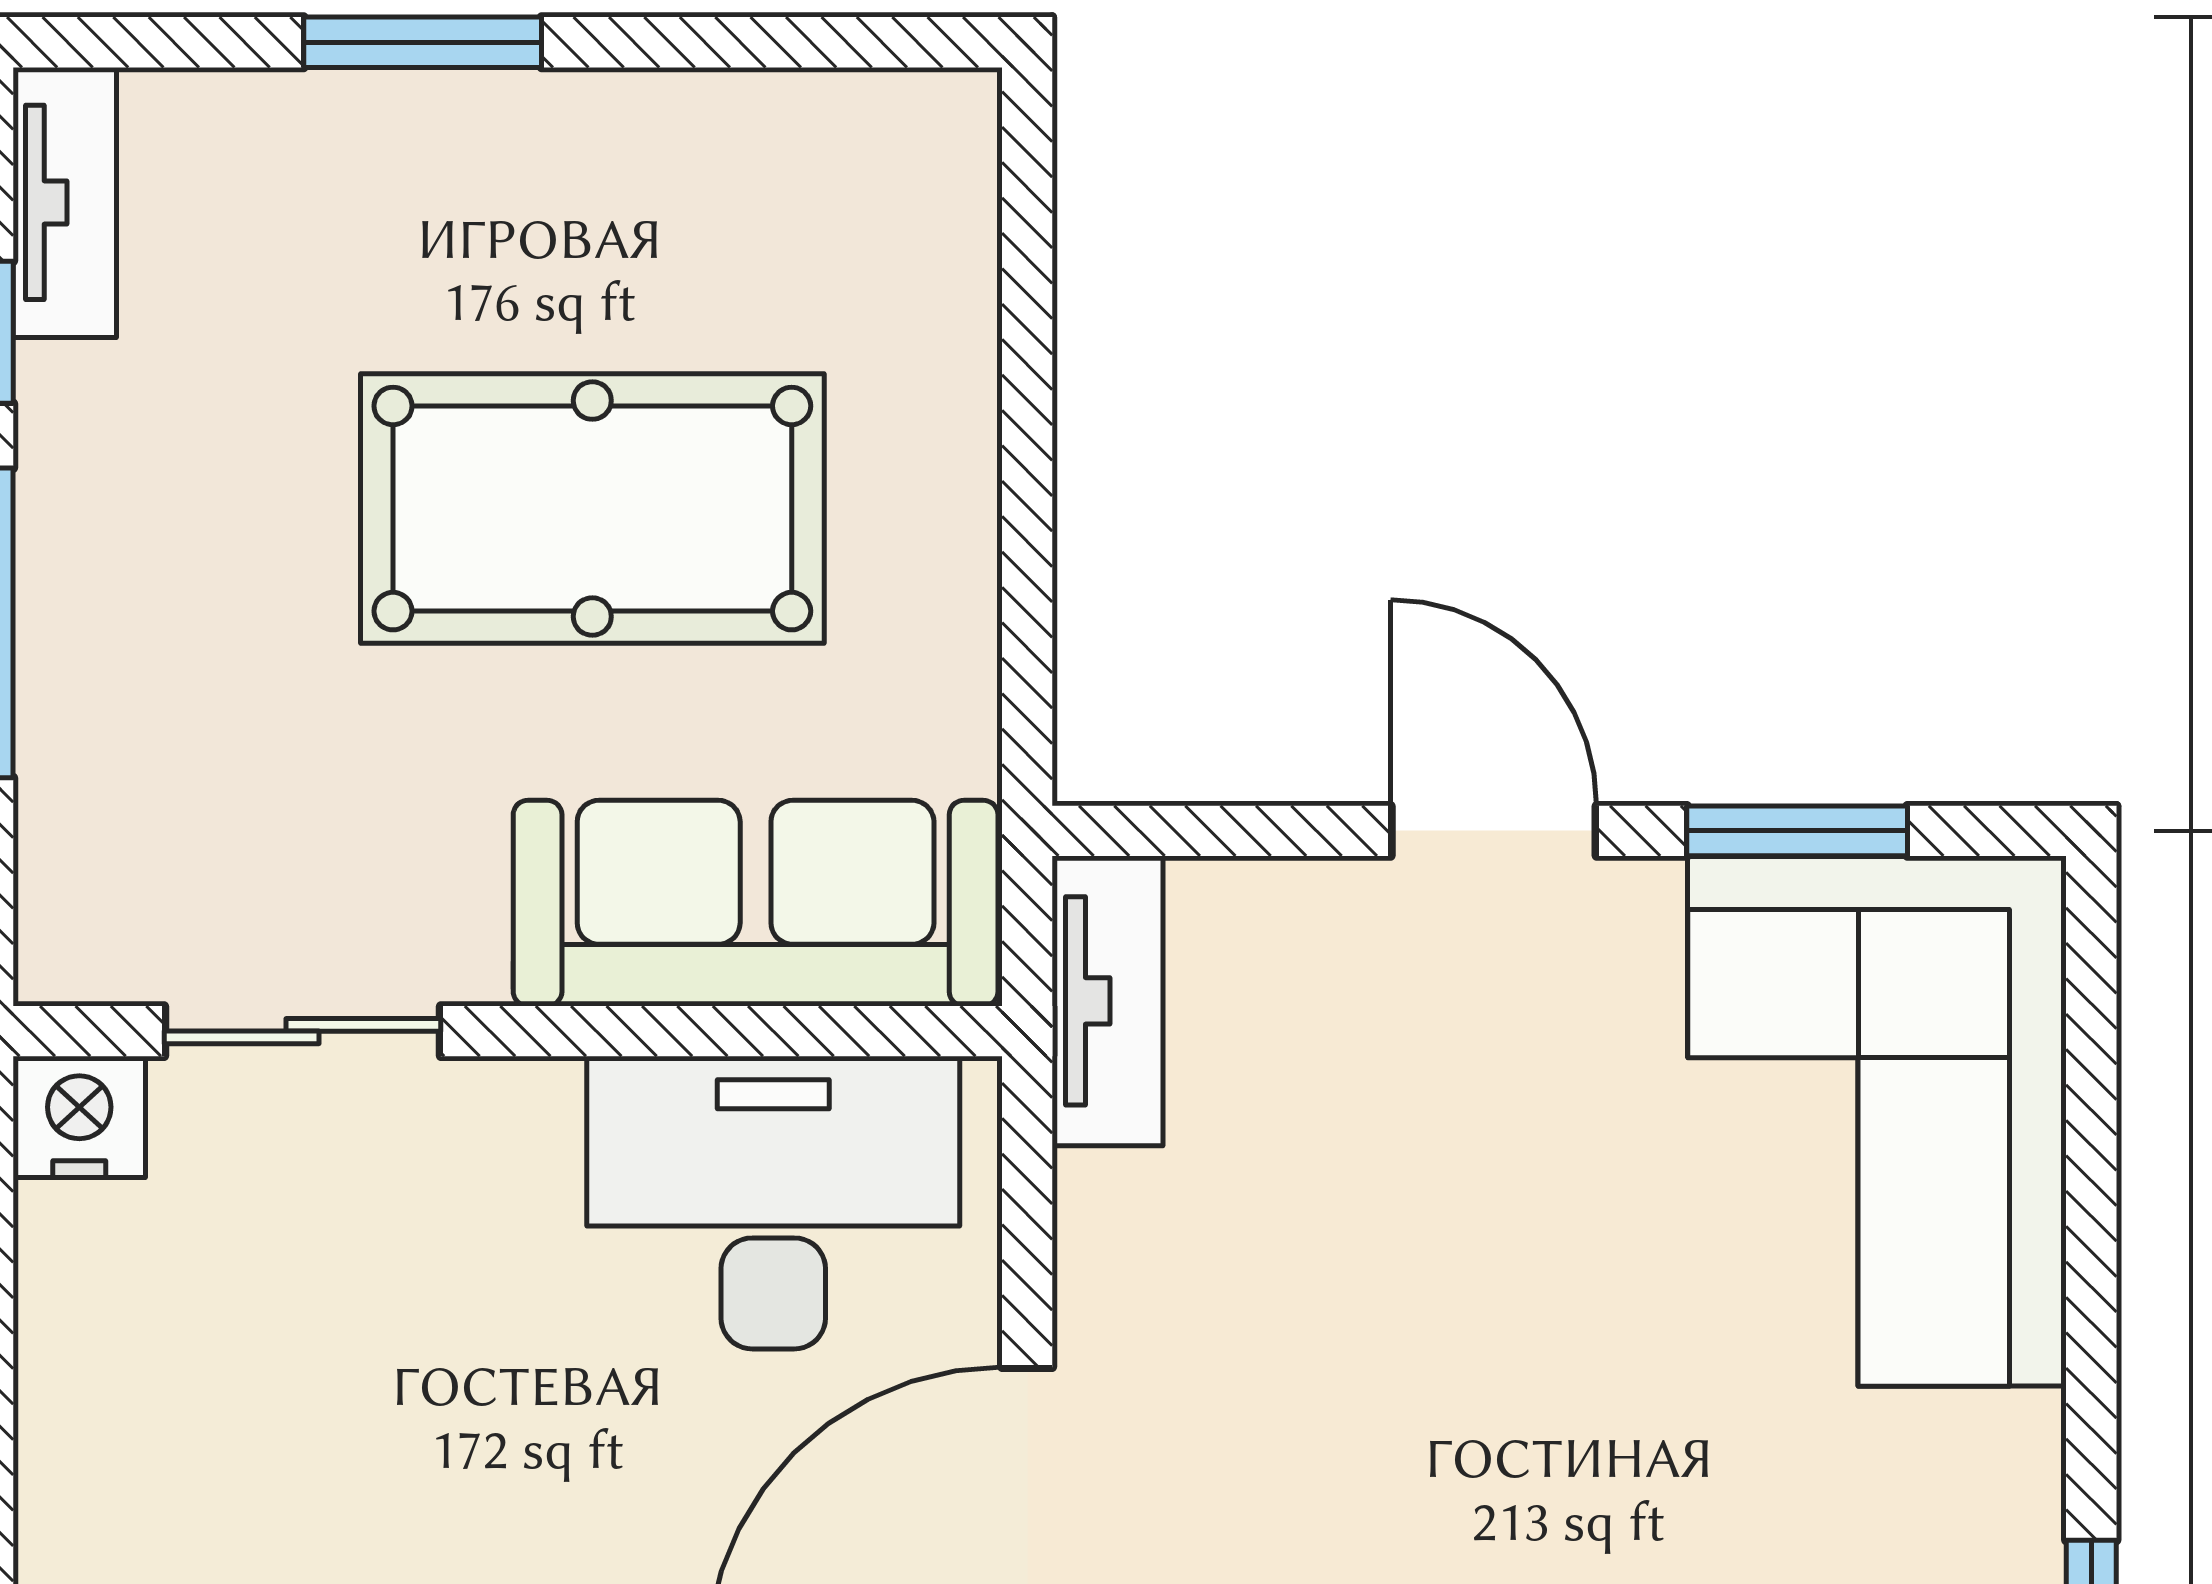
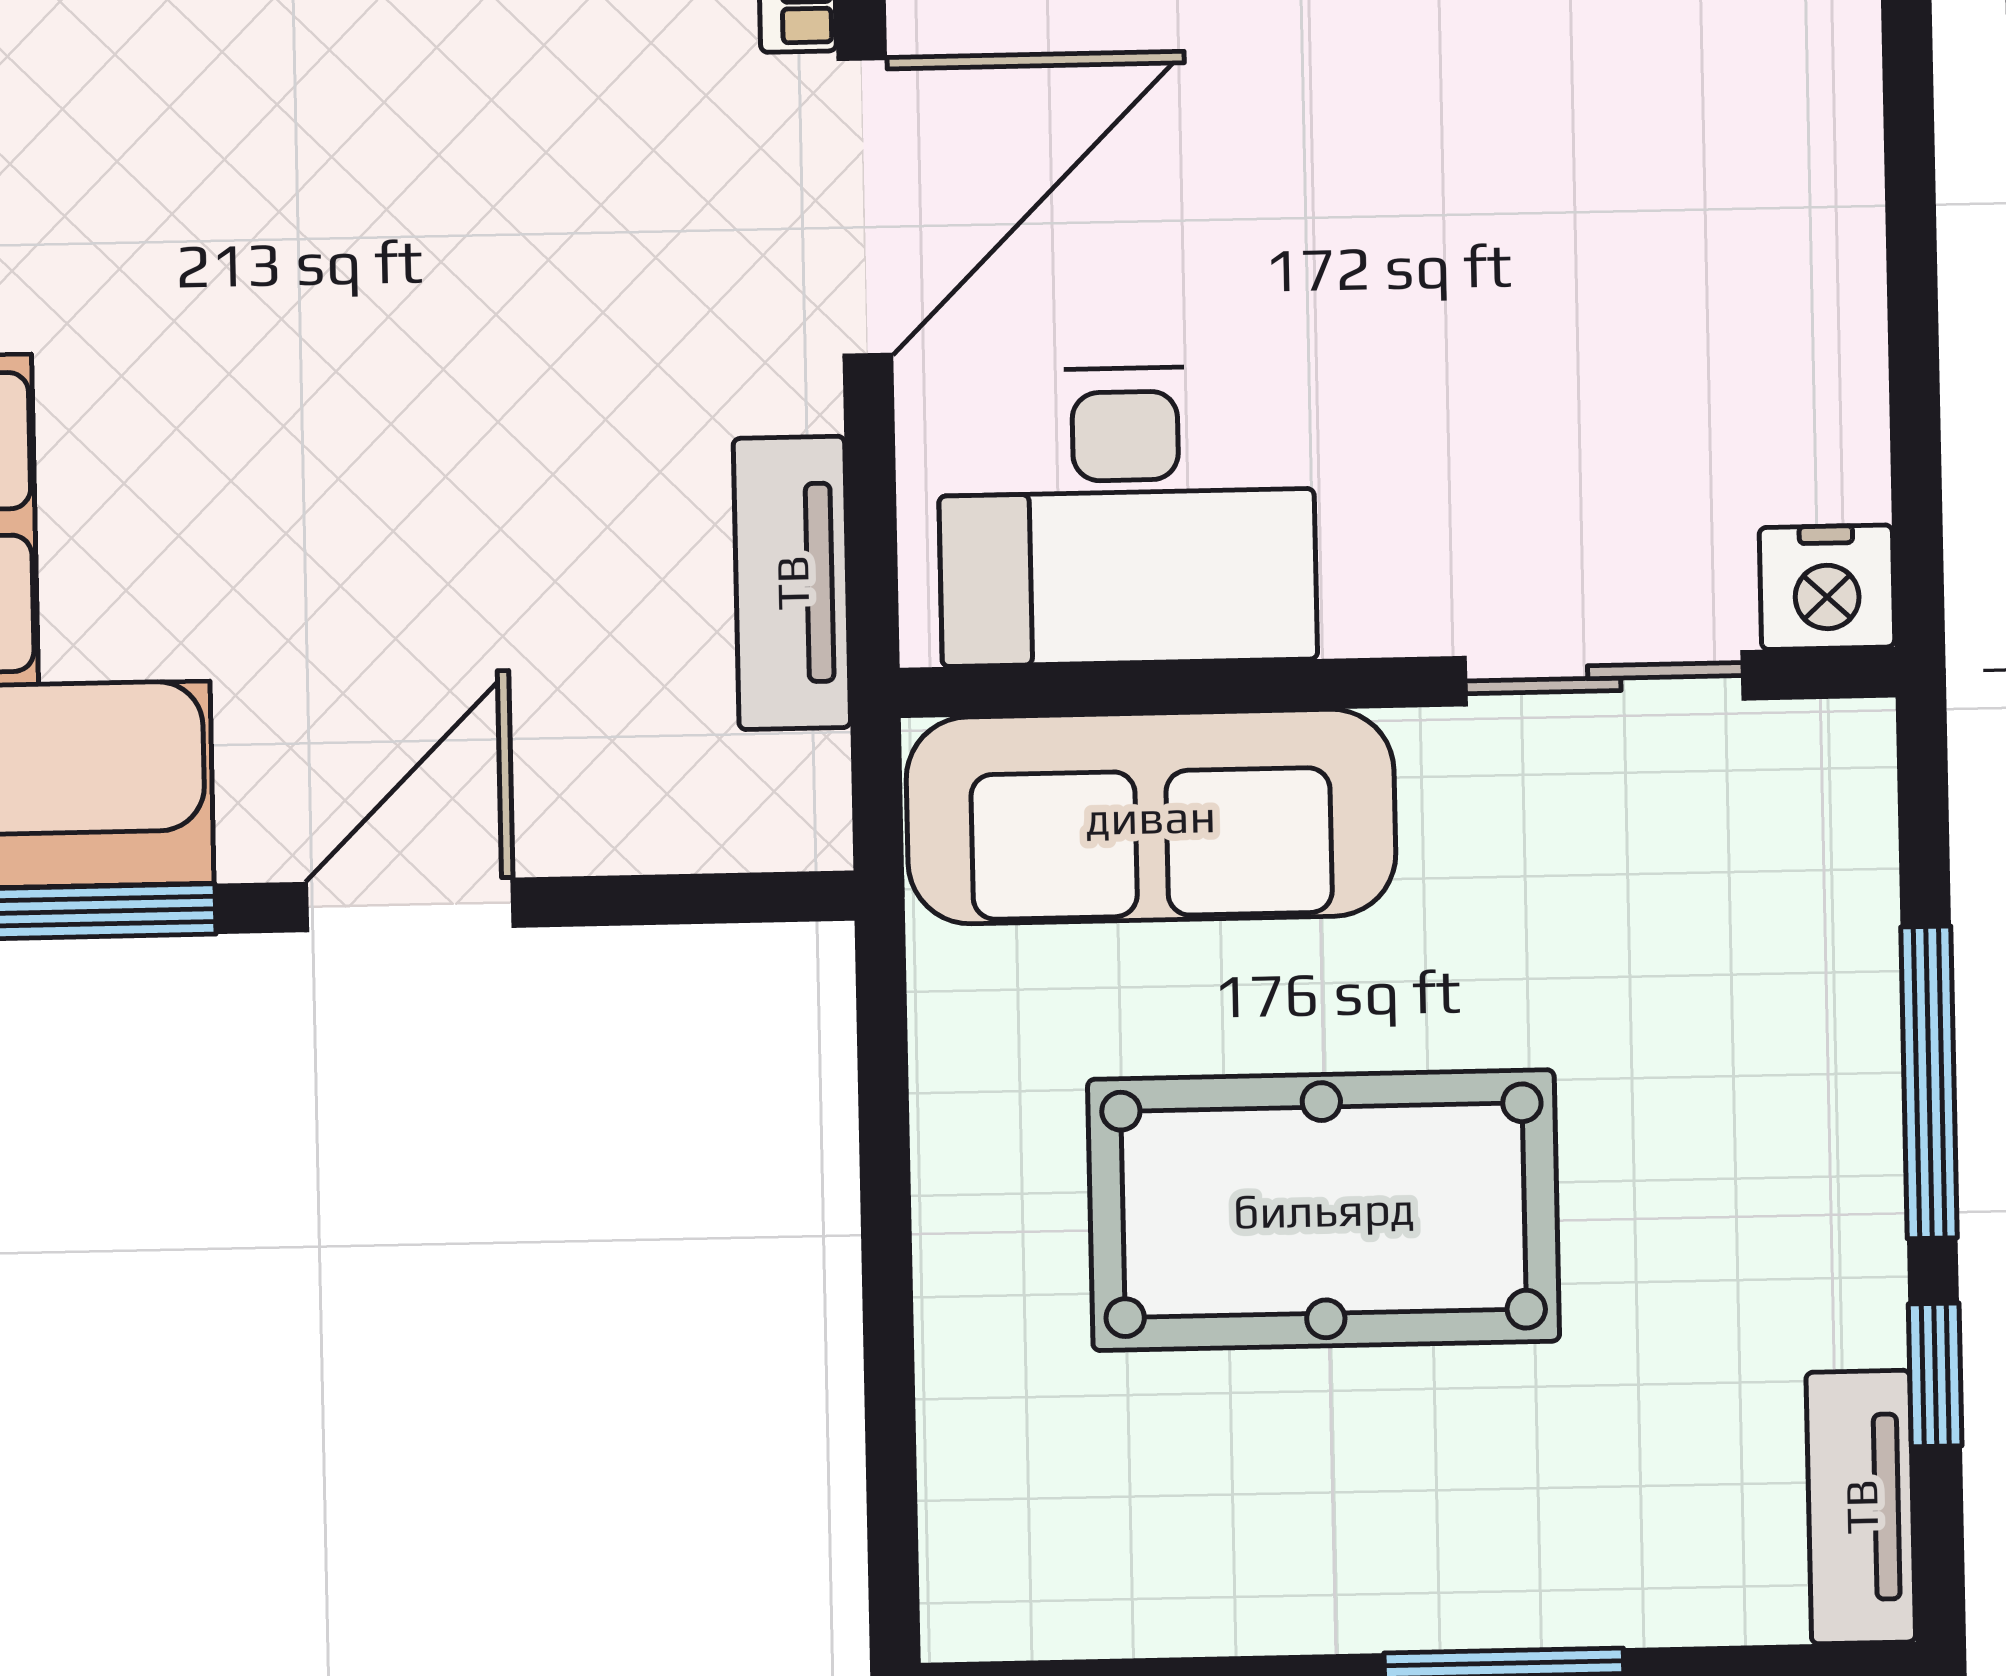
door: (1494, 831) -> (410, 905), swing flipped
tv unit: (1108, 1001) -> (792, 583), moved

